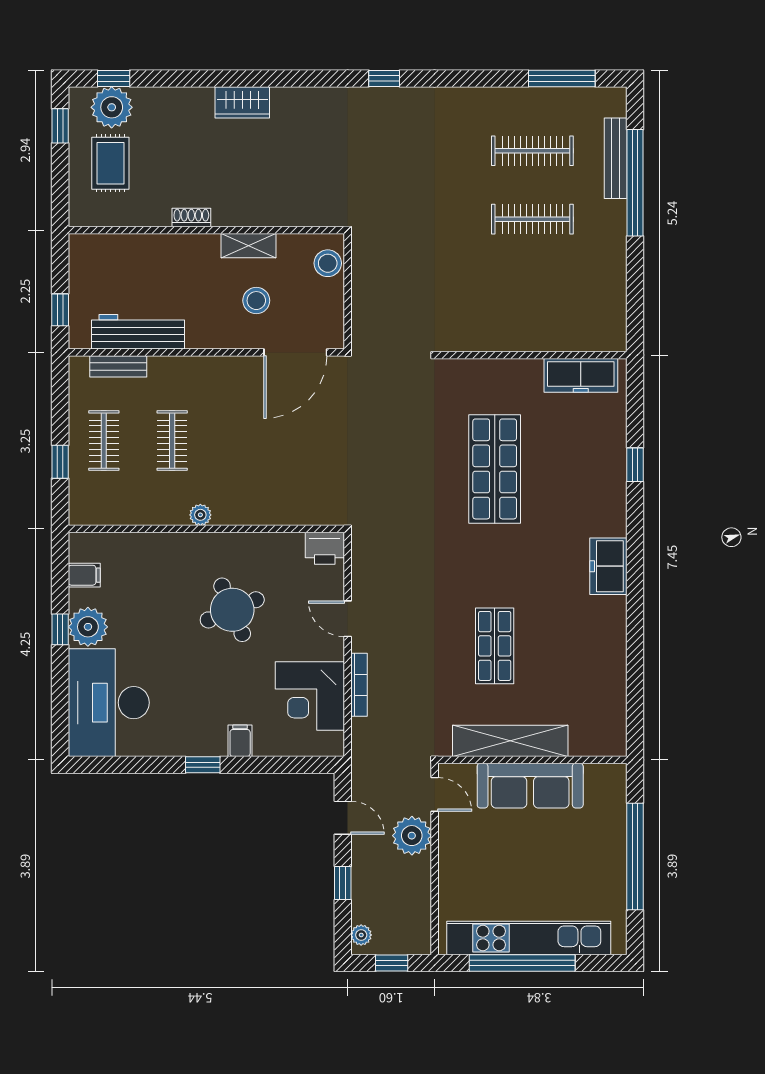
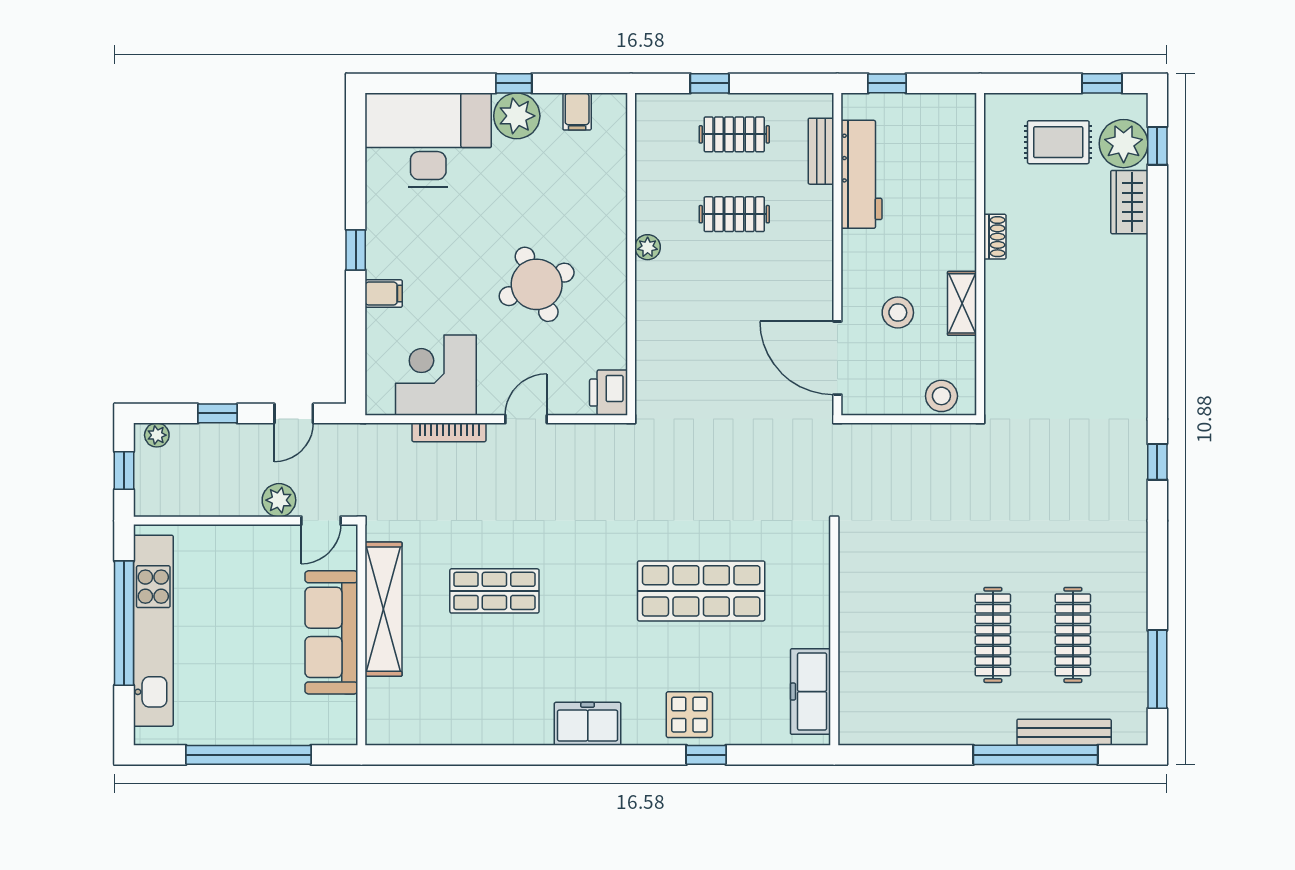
wardrobe: (242, 102) -> (1129, 202), moved
display table: (601, 479) -> (689, 715), added
plant: (412, 836) -> (279, 500), width x0.73, depth x0.73

